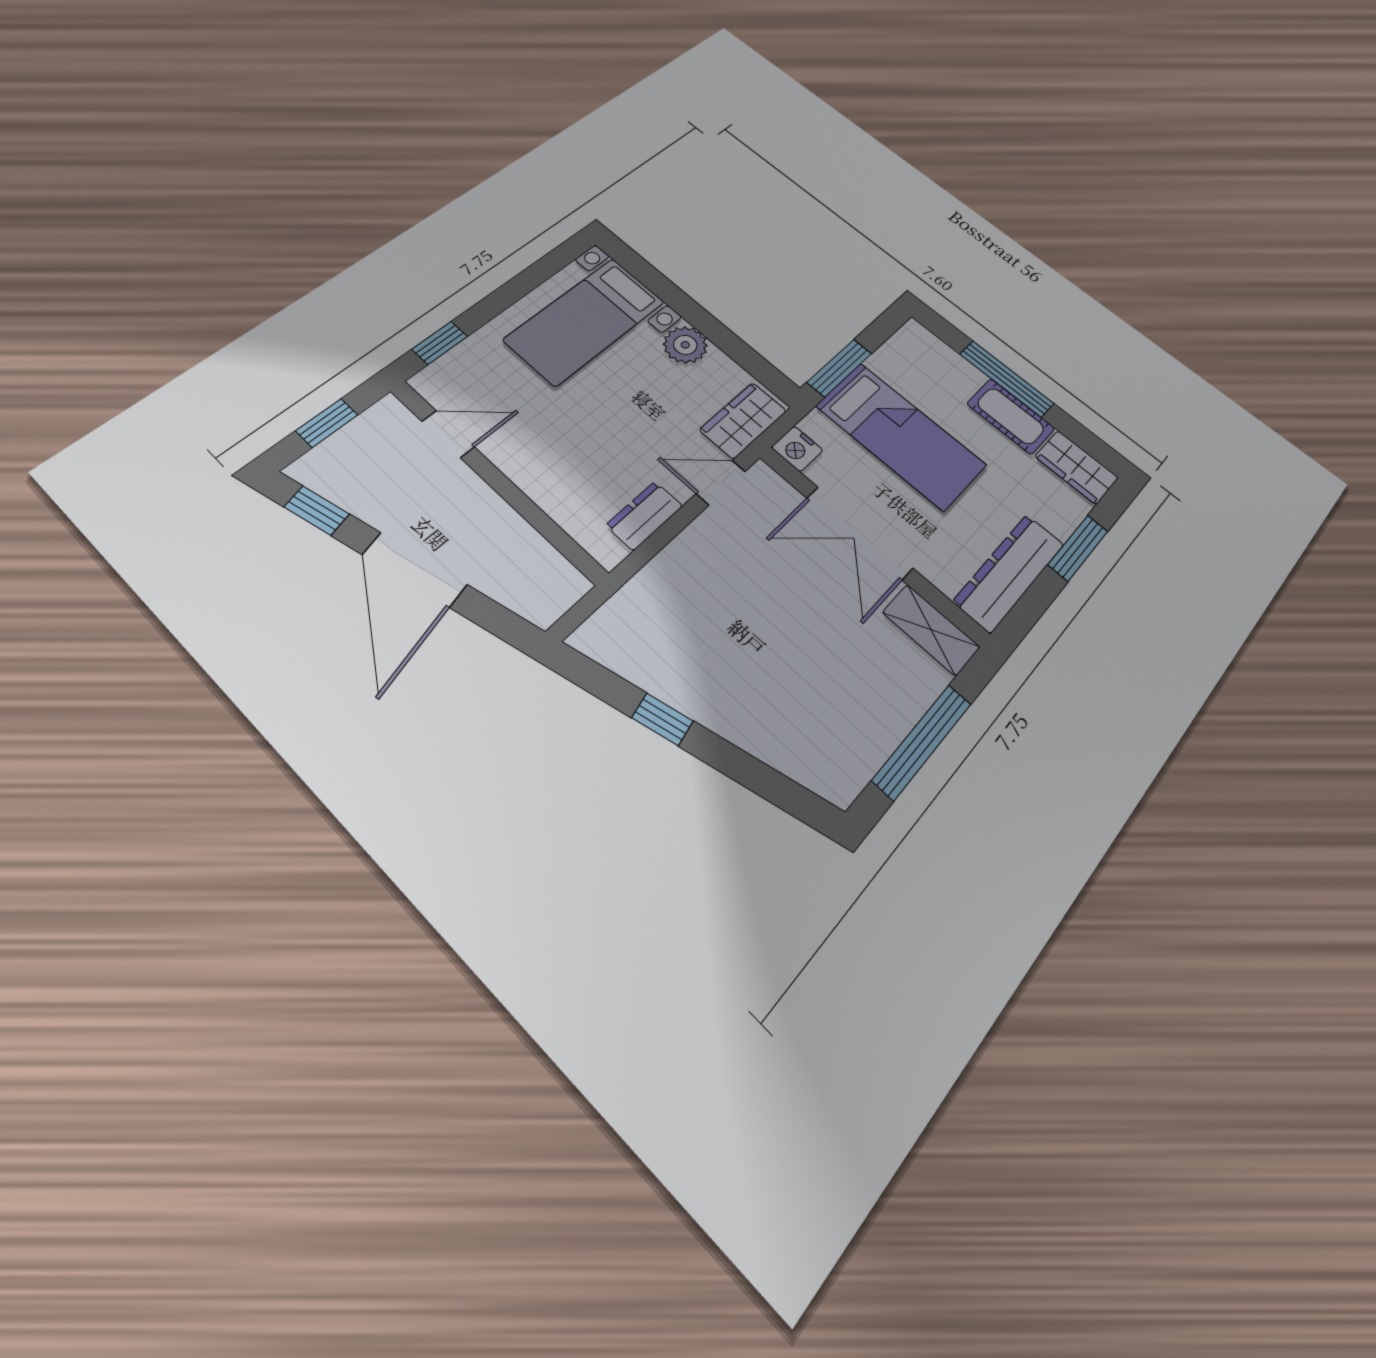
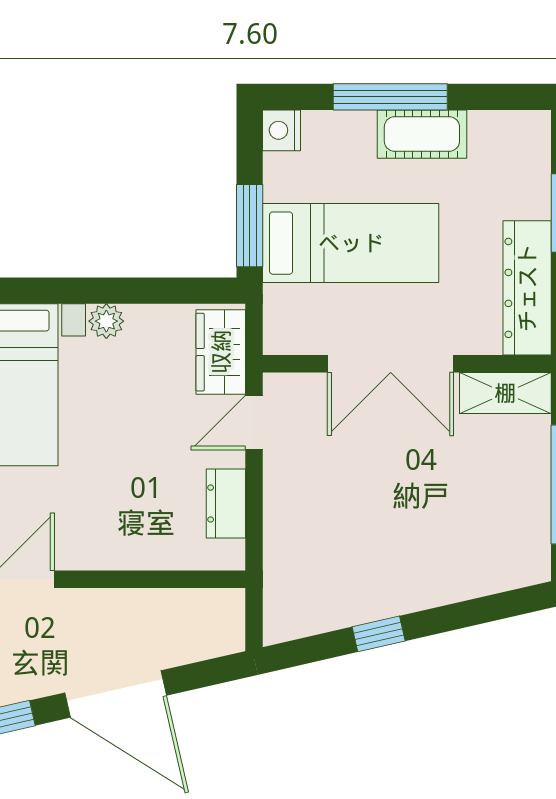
plant: (685, 345) -> (106, 321), width x0.73, depth x0.73
nightstand: (797, 449) -> (281, 130), moved, turned 90
wardrobe: (1077, 467) -> (511, 133), removed

